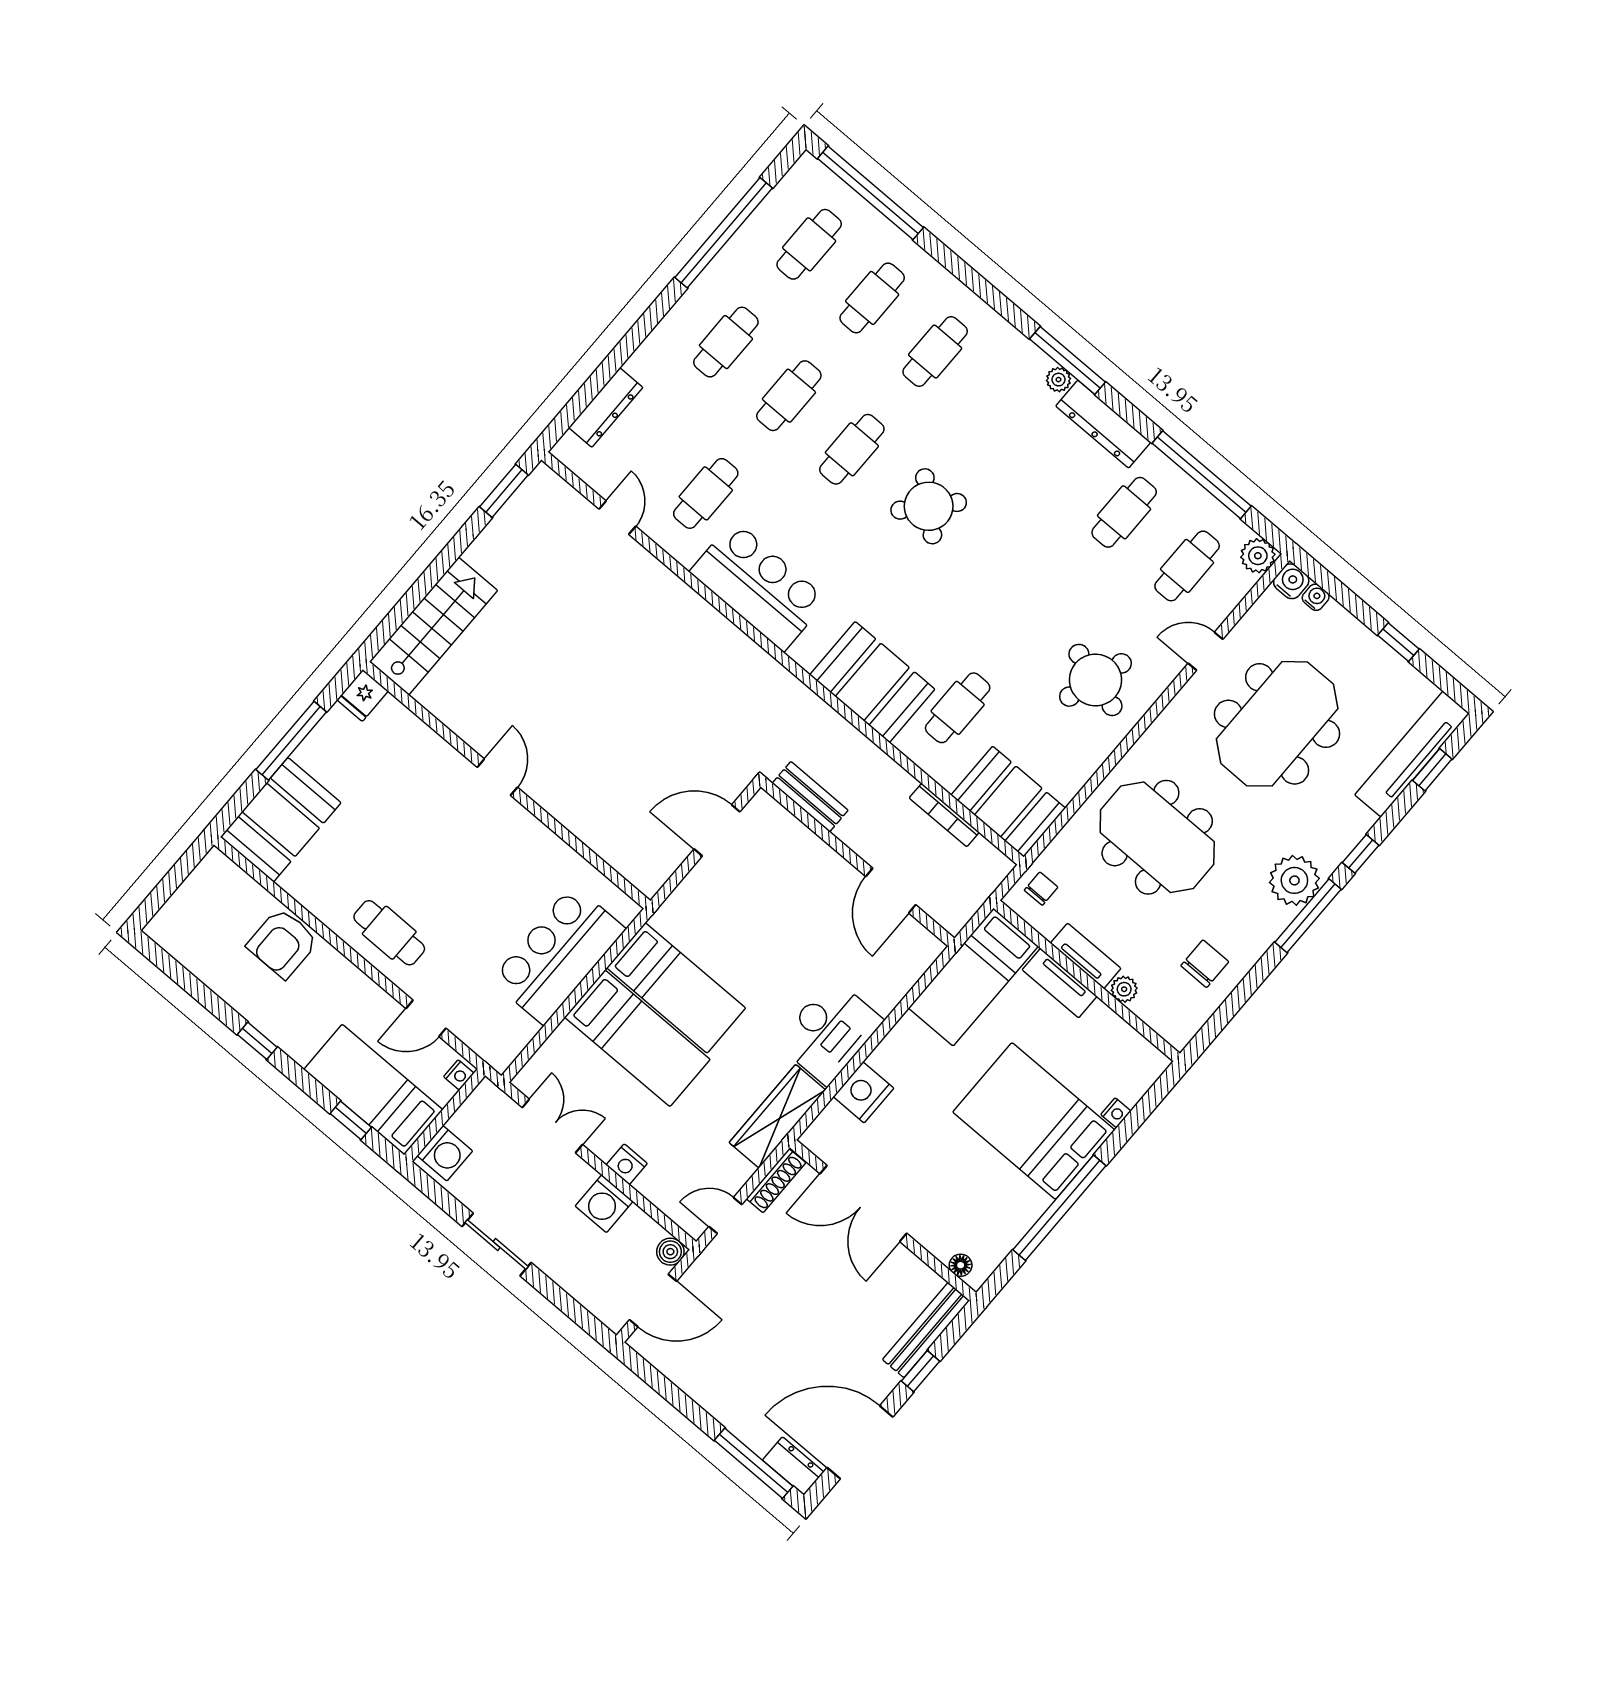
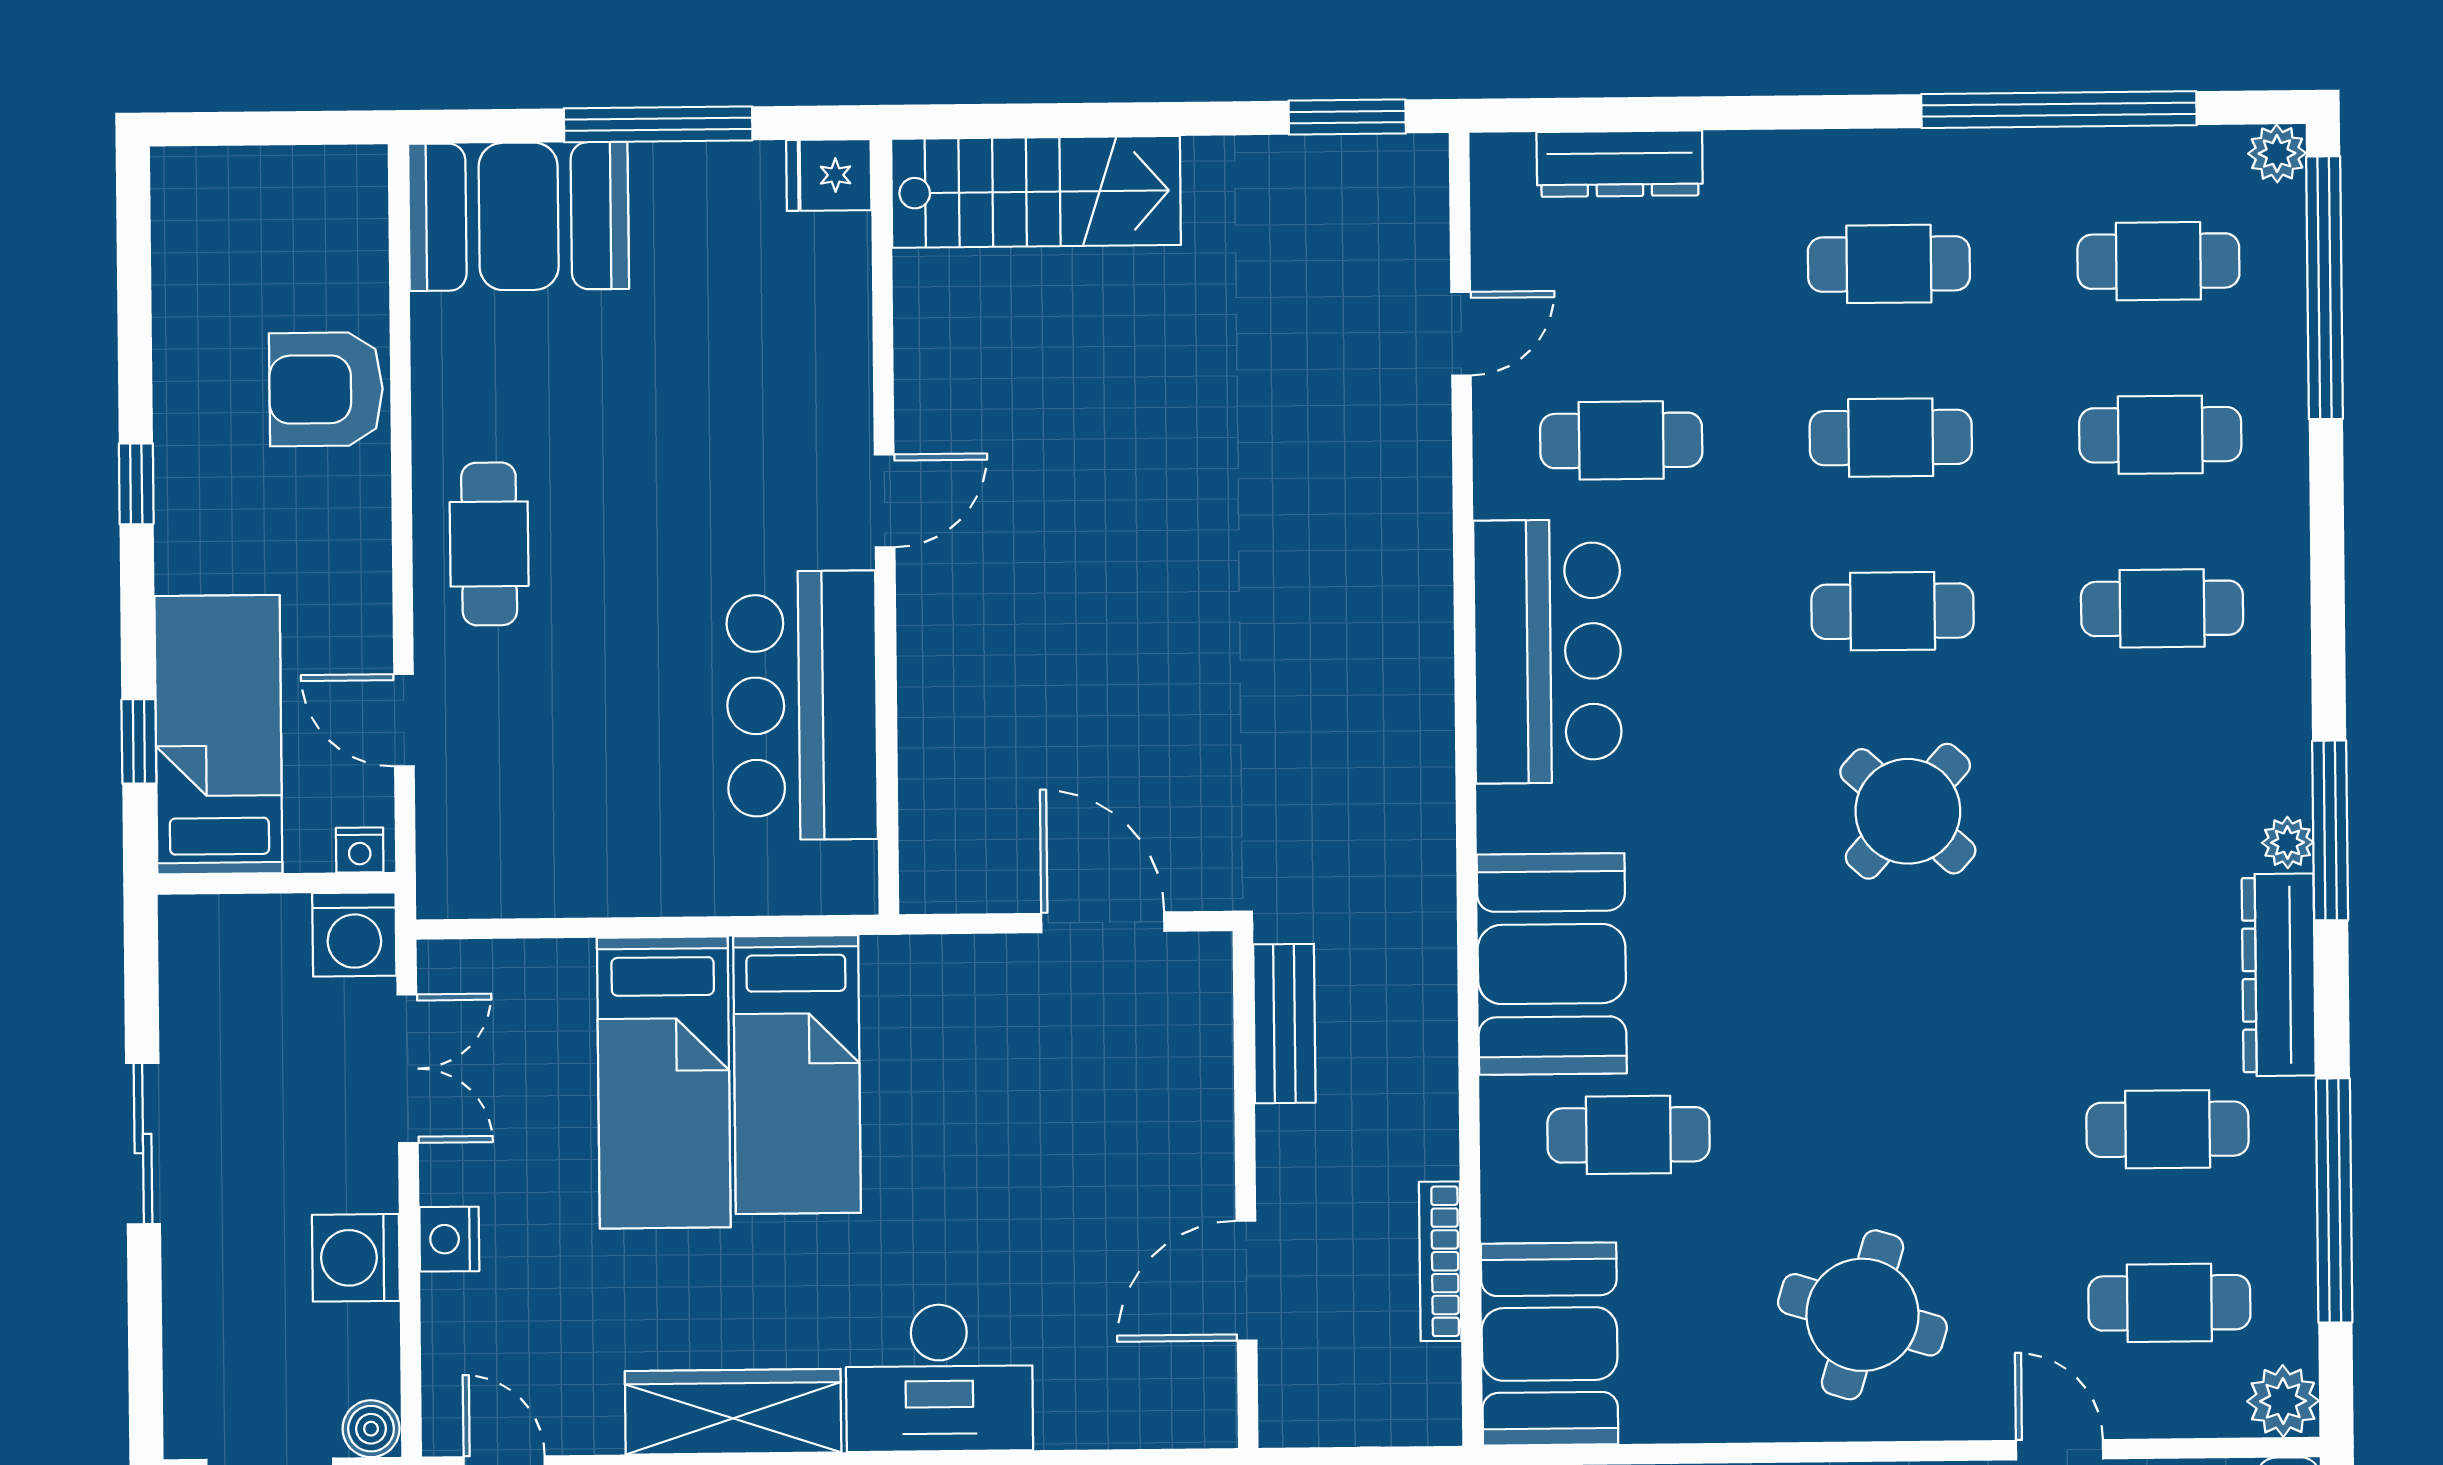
plant: (808, 168) -> (2277, 153), added
bar counter: (558, 955) -> (802, 705), moved, turned -90
washing machine: (445, 1153) -> (354, 934), moved

